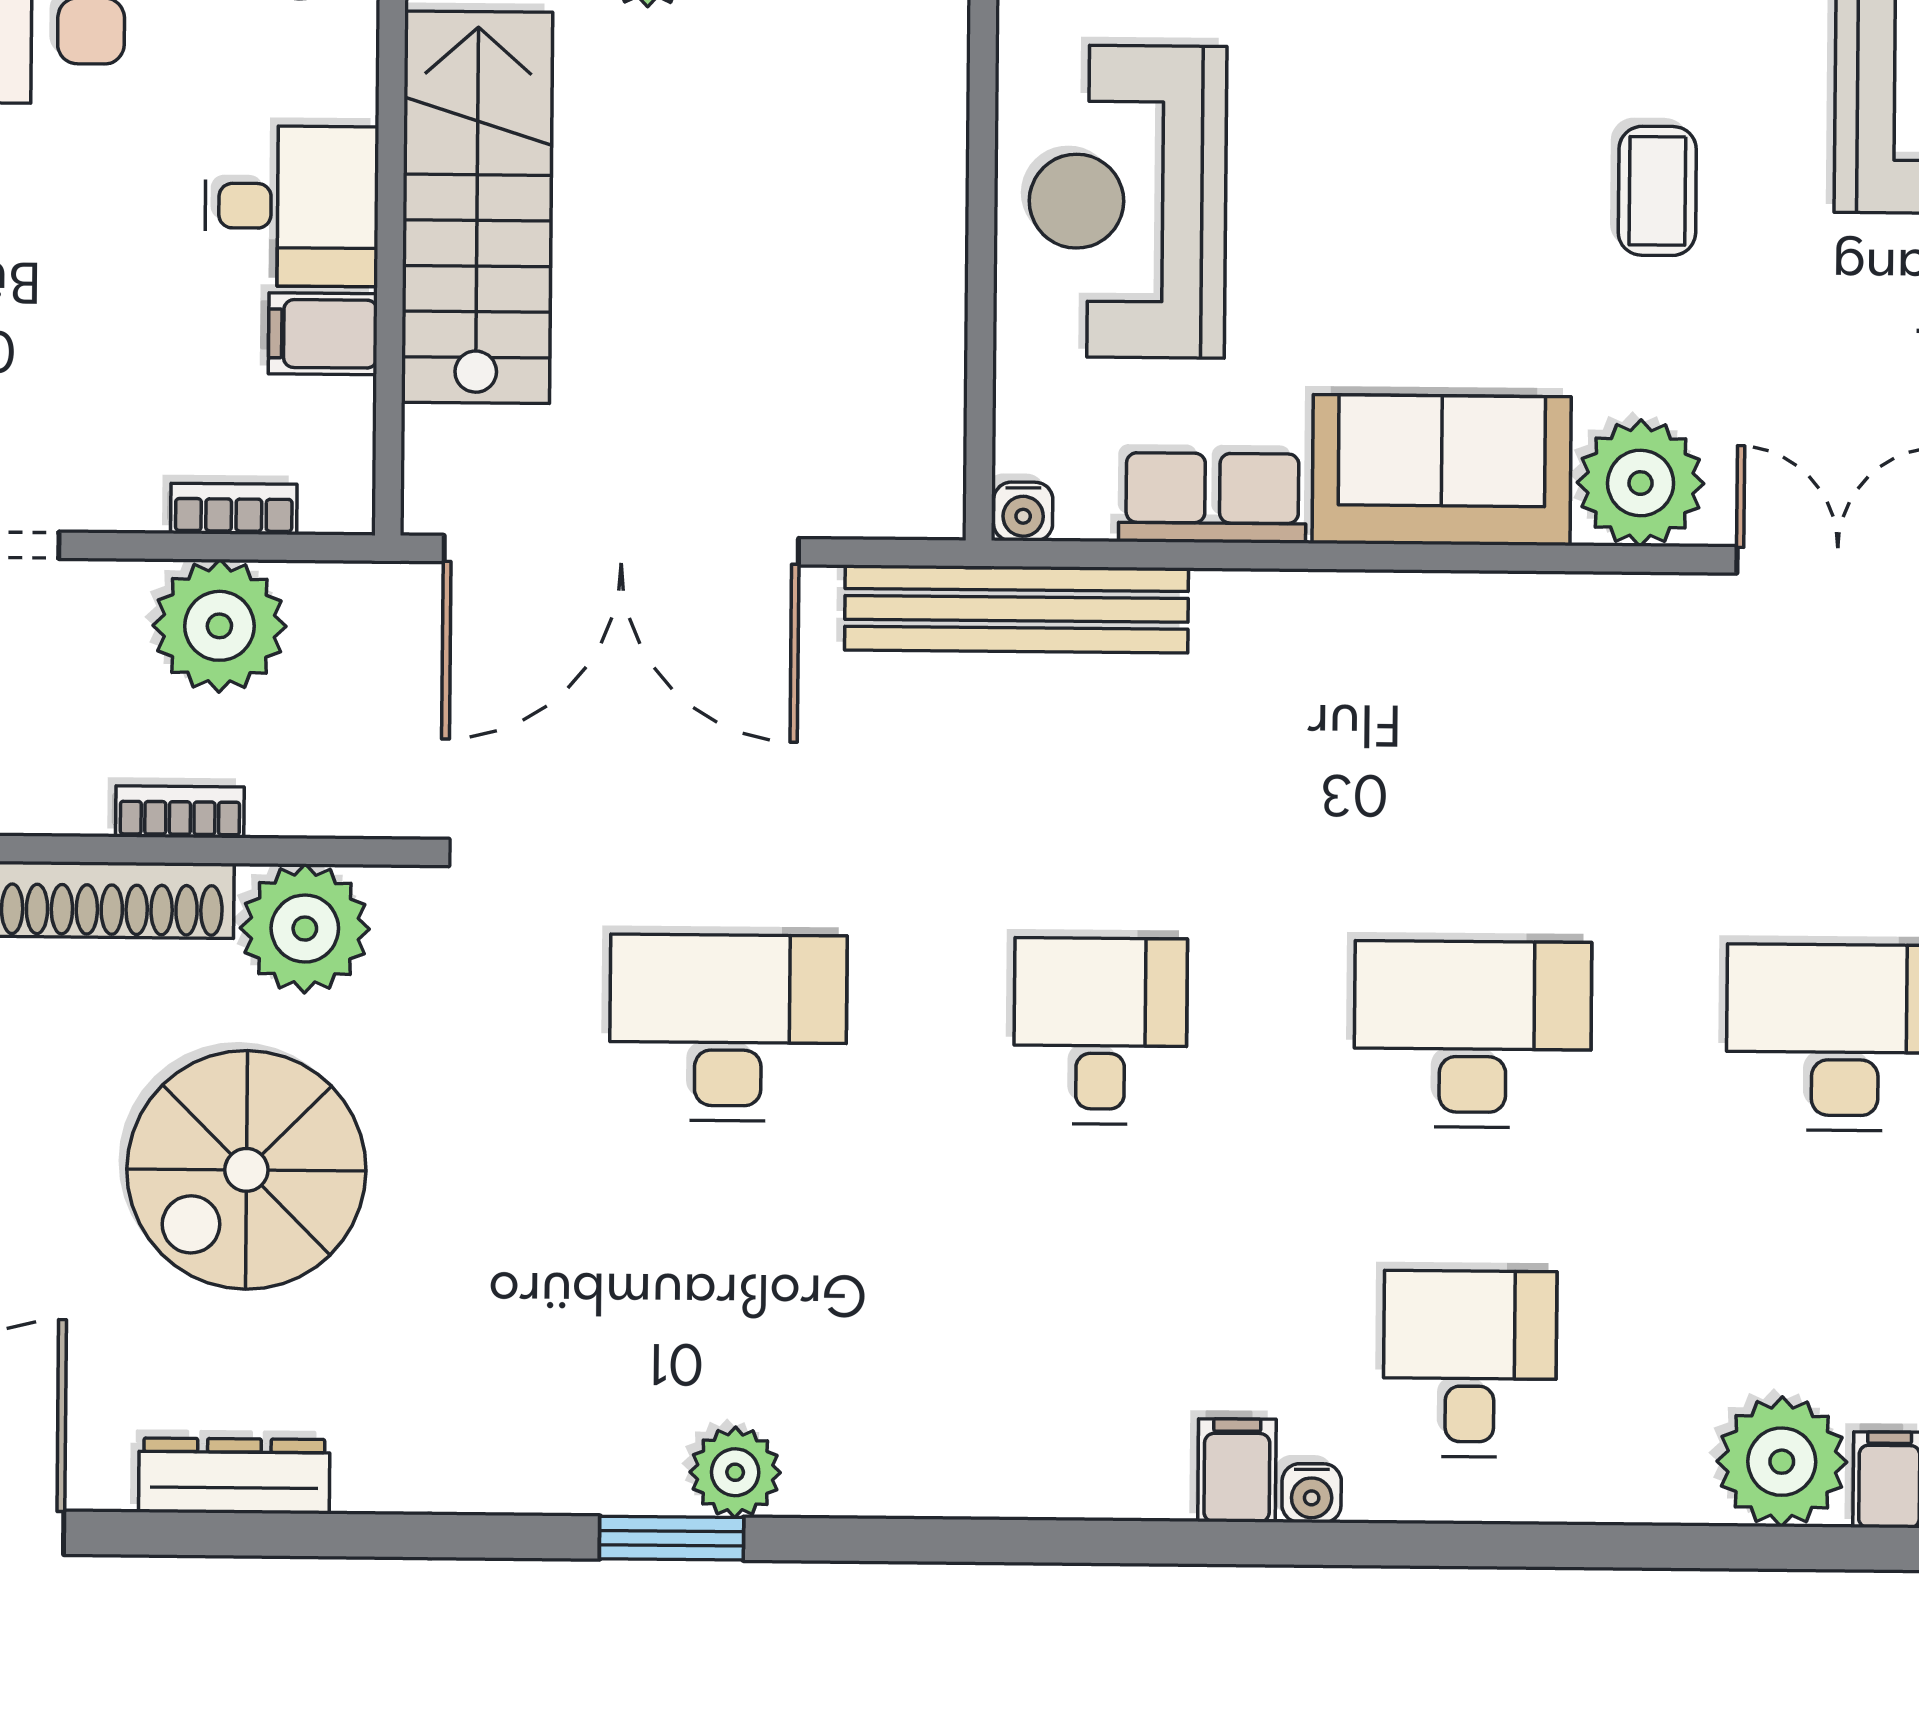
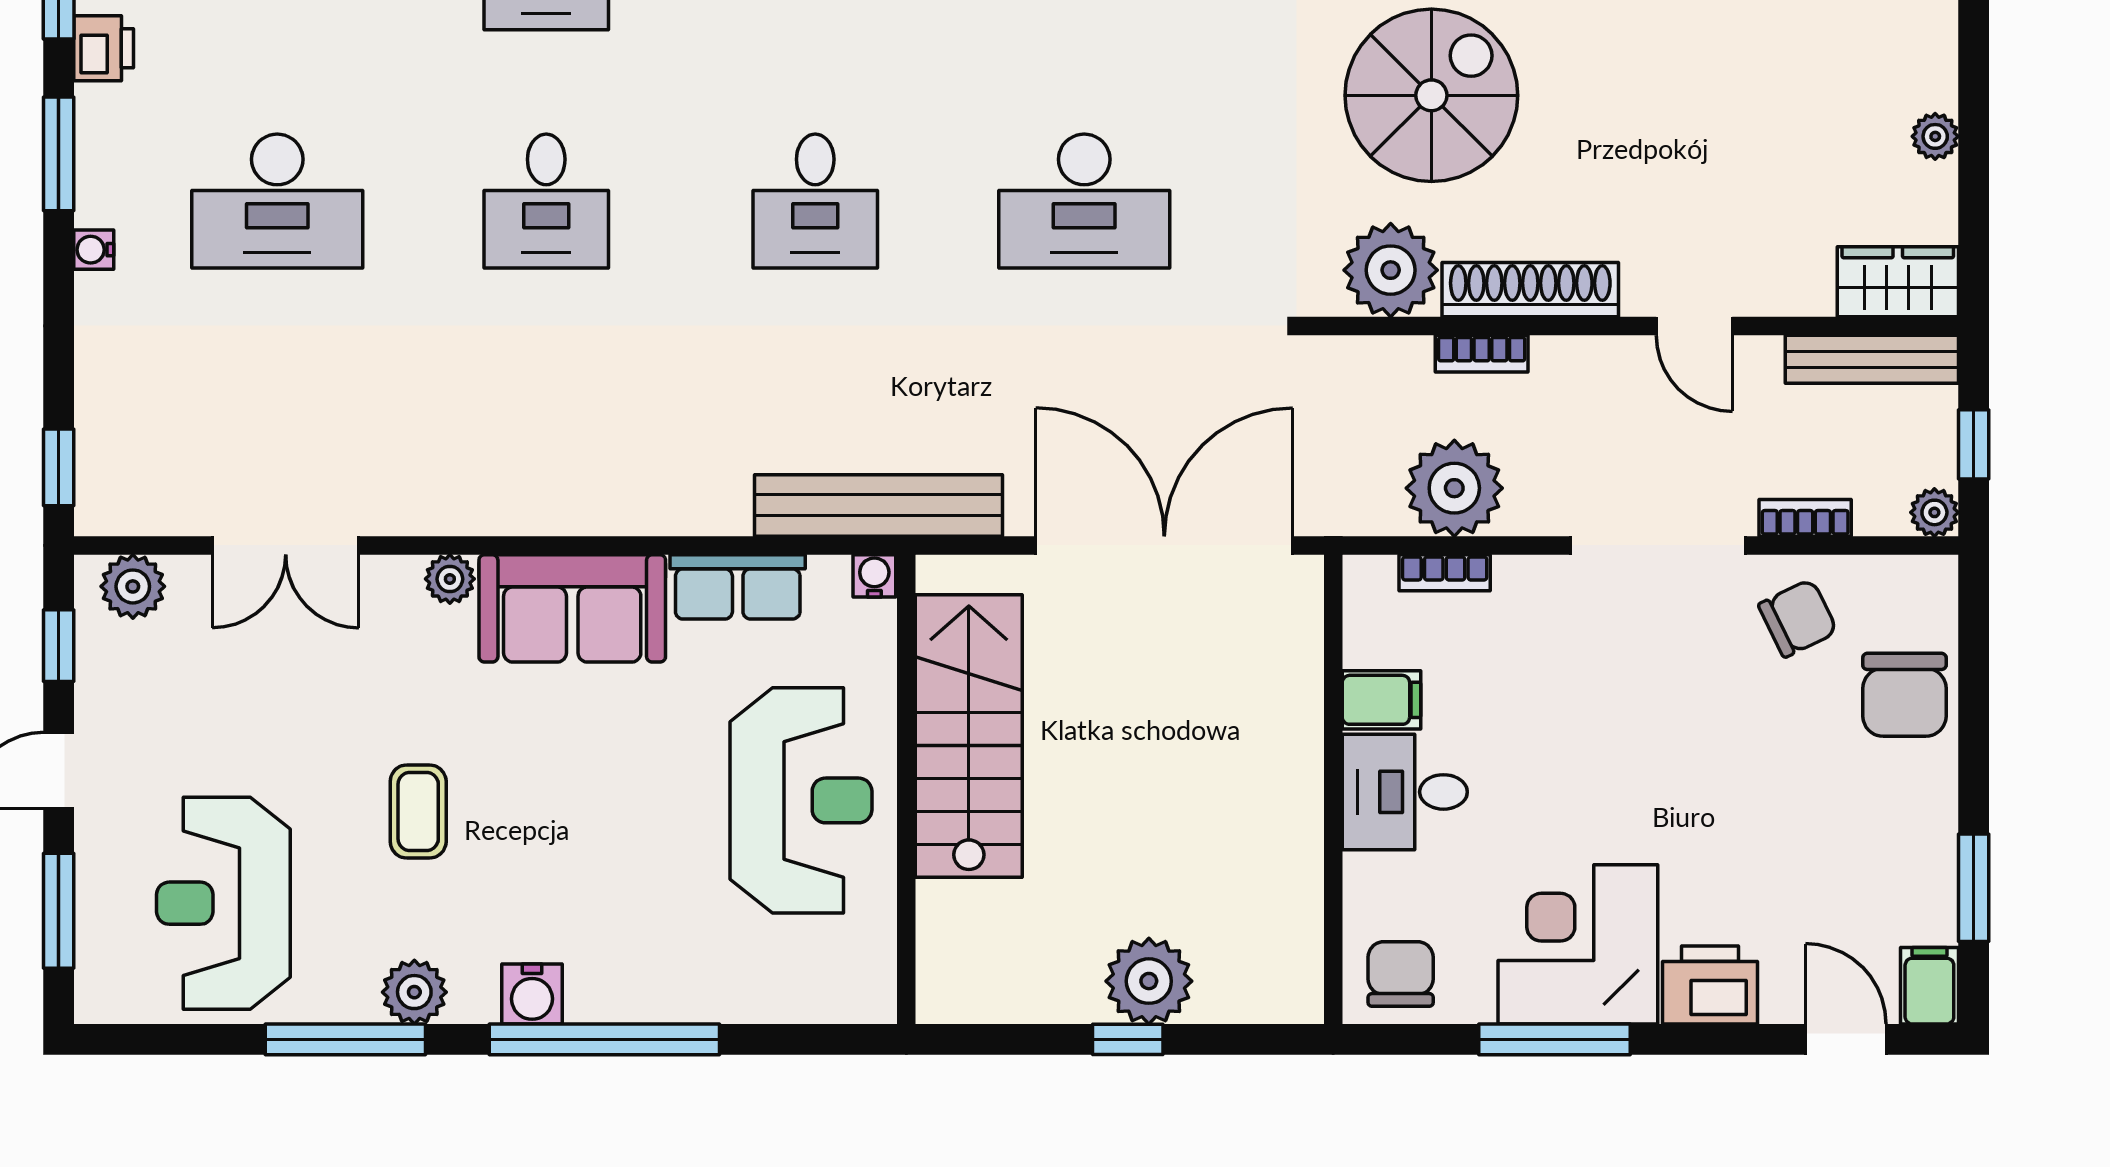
stairs: (477, 207) -> (969, 736), moved, turned 180
plant: (1641, 483) -> (450, 579), width x0.53, depth x0.53
desk: (1473, 1034) -> (546, 201), width x0.73

